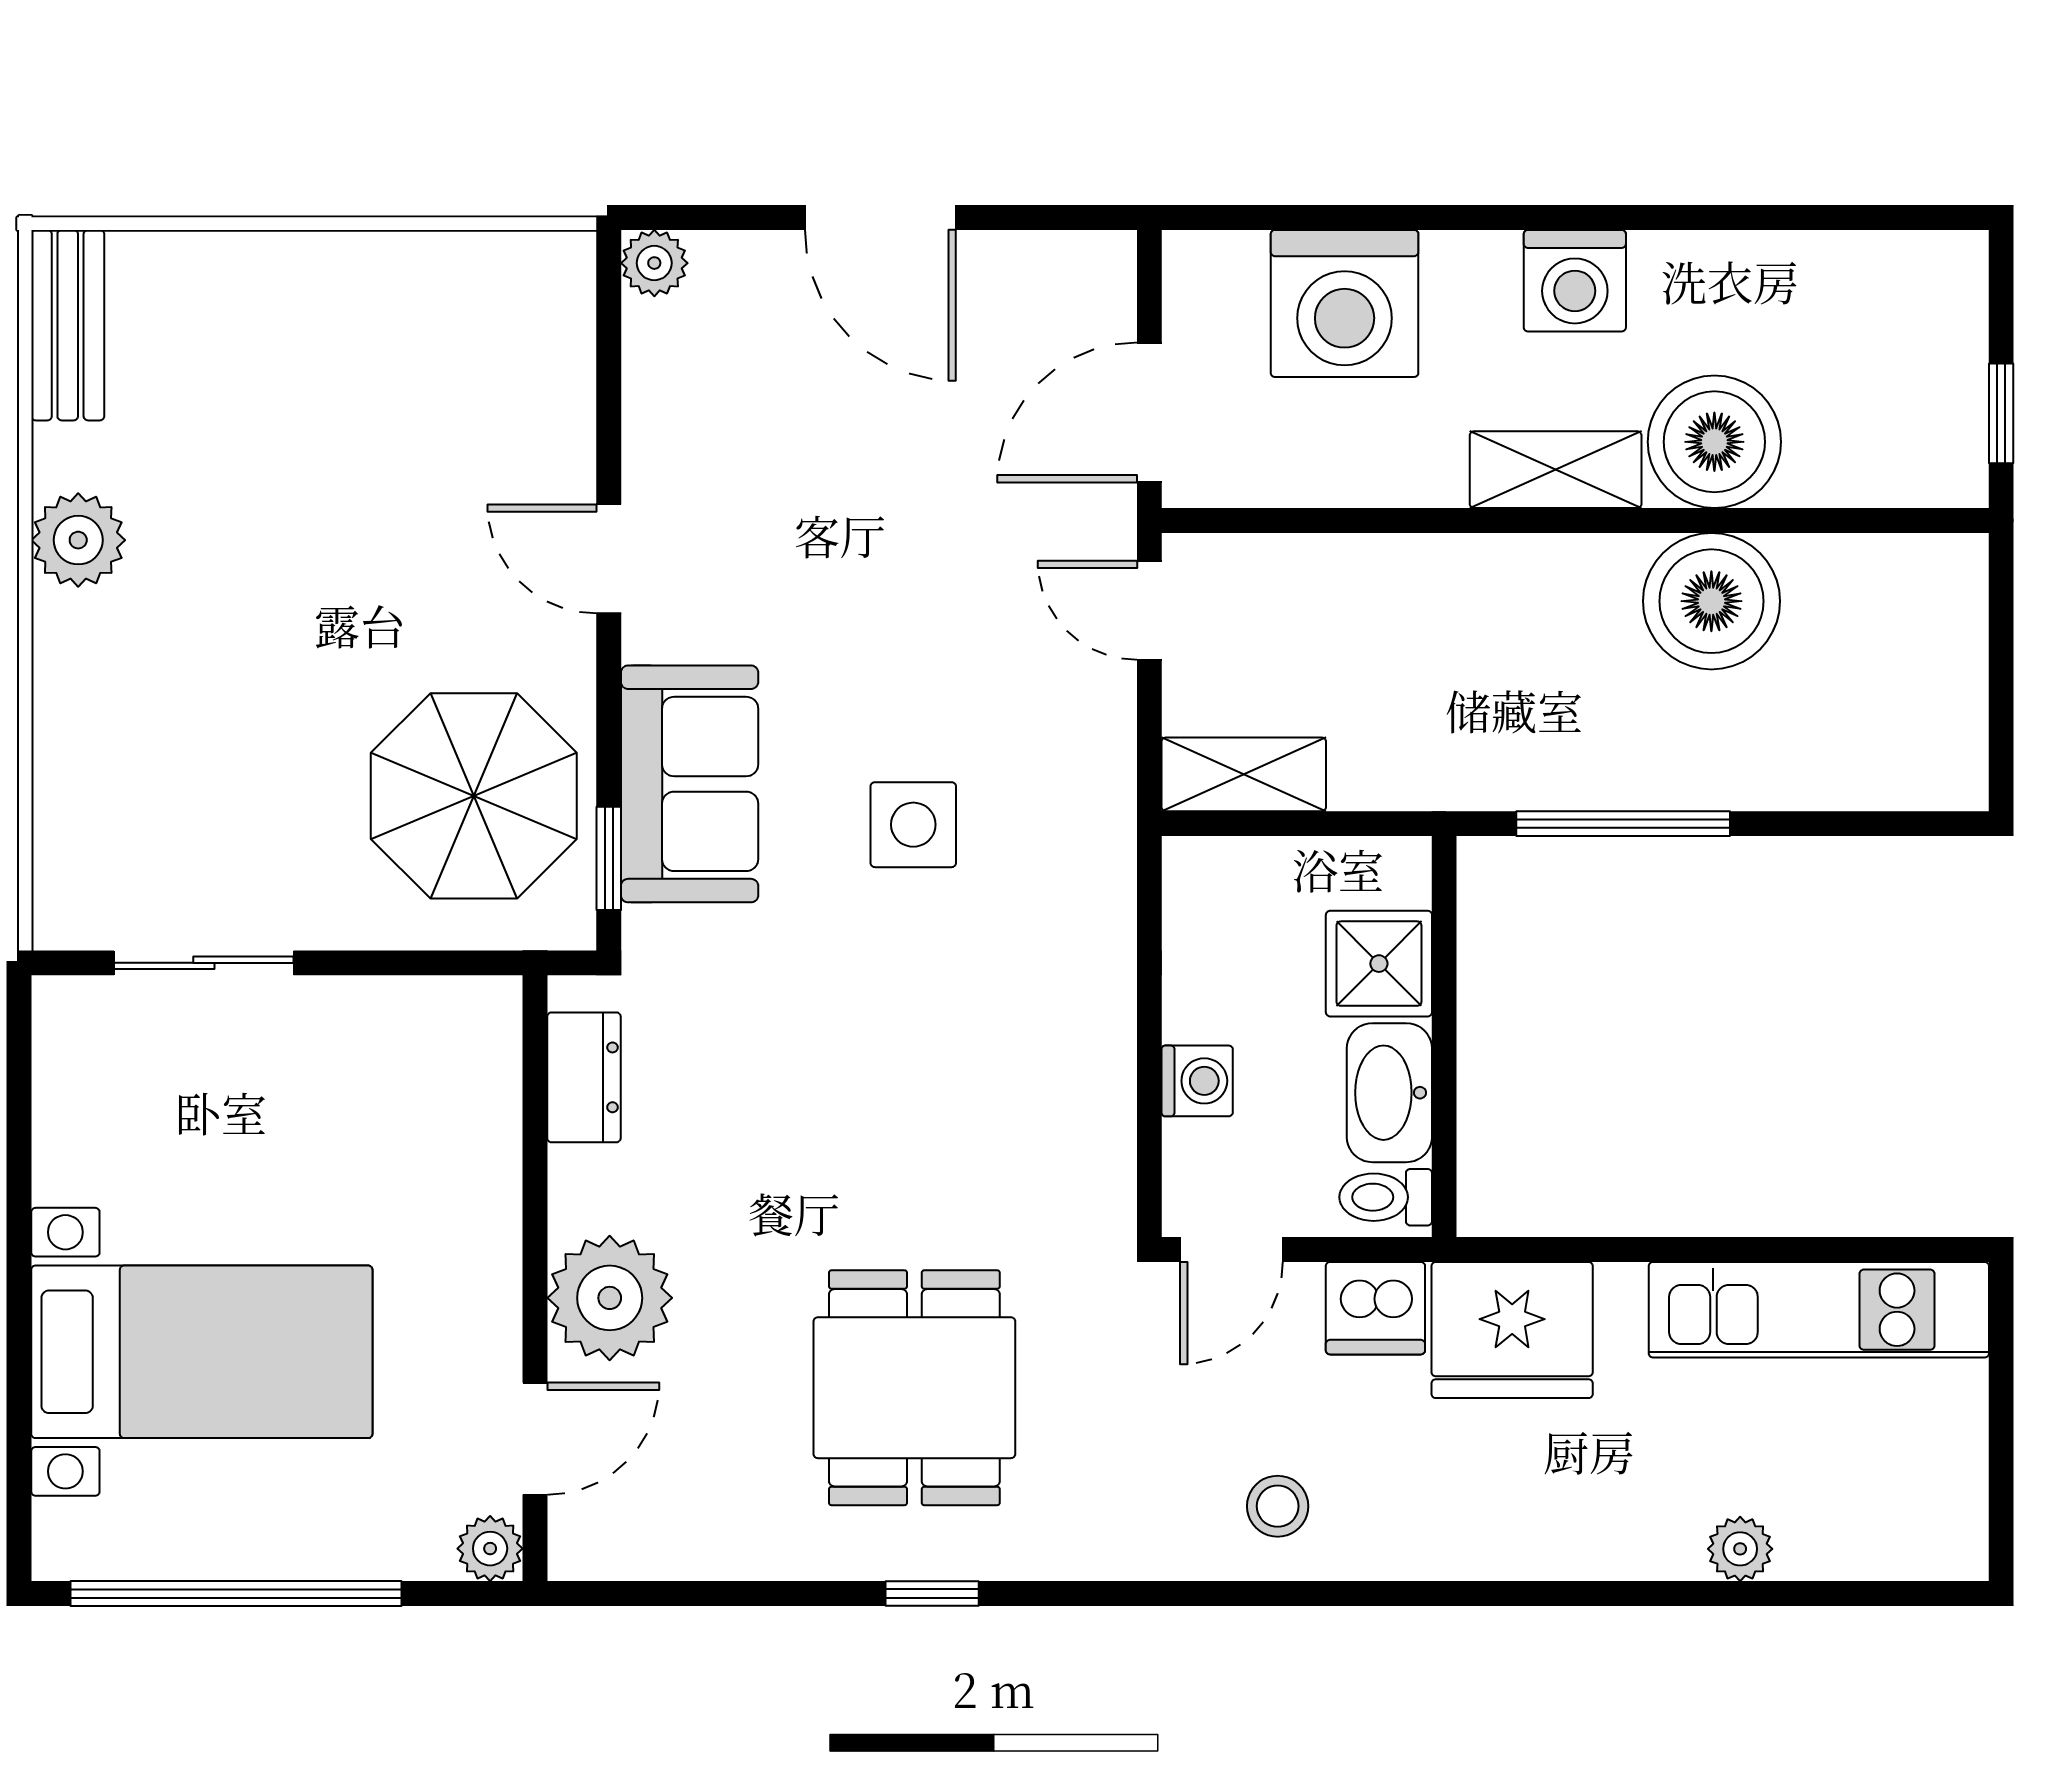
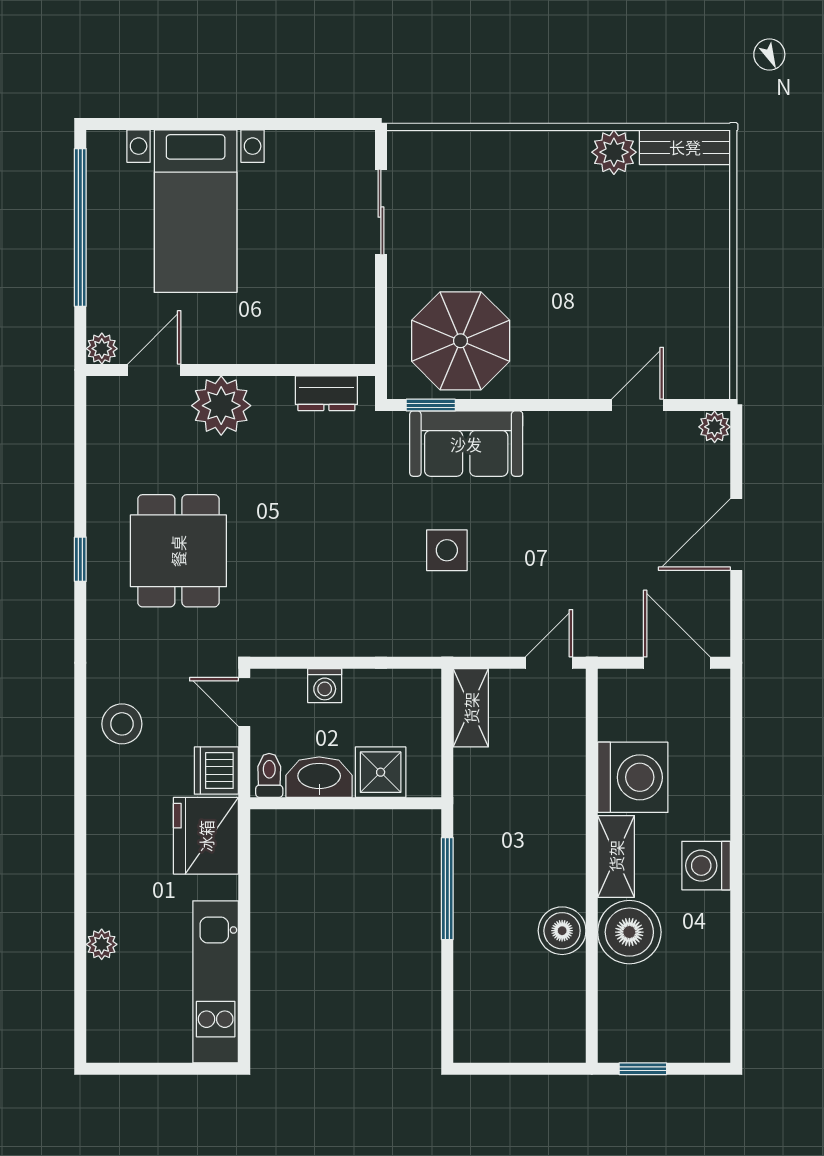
washing machine: (1345, 303) -> (633, 777), moved, turned 180
door: (1149, 413) -> (677, 663), moved
plant: (78, 540) -> (614, 152), moved
door: (609, 559) -> (638, 405), moved
boiler: (1711, 601) -> (562, 931), width x0.73, depth x0.73
dining table: (914, 1388) -> (178, 551), turned 90
door: (535, 1439) -> (154, 370), swing flipped
stool: (1278, 1506) -> (122, 724), width x1.37, depth x1.37

